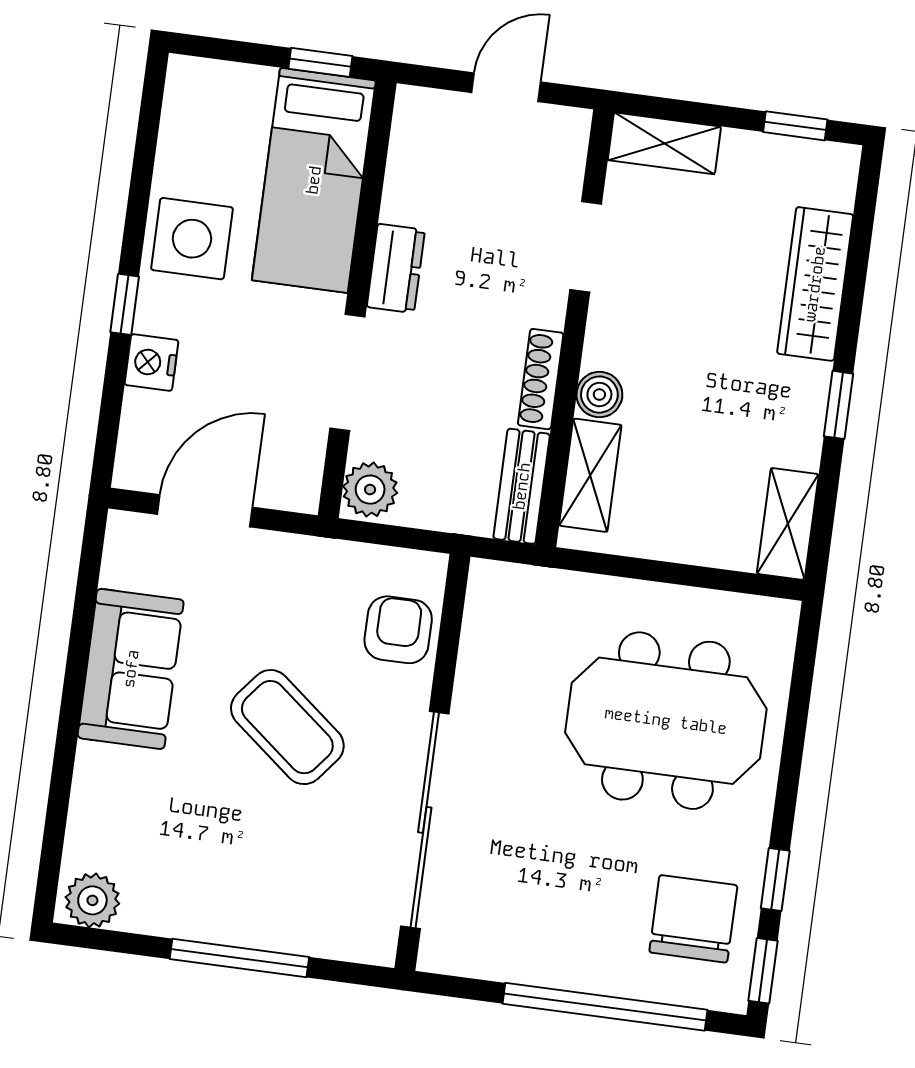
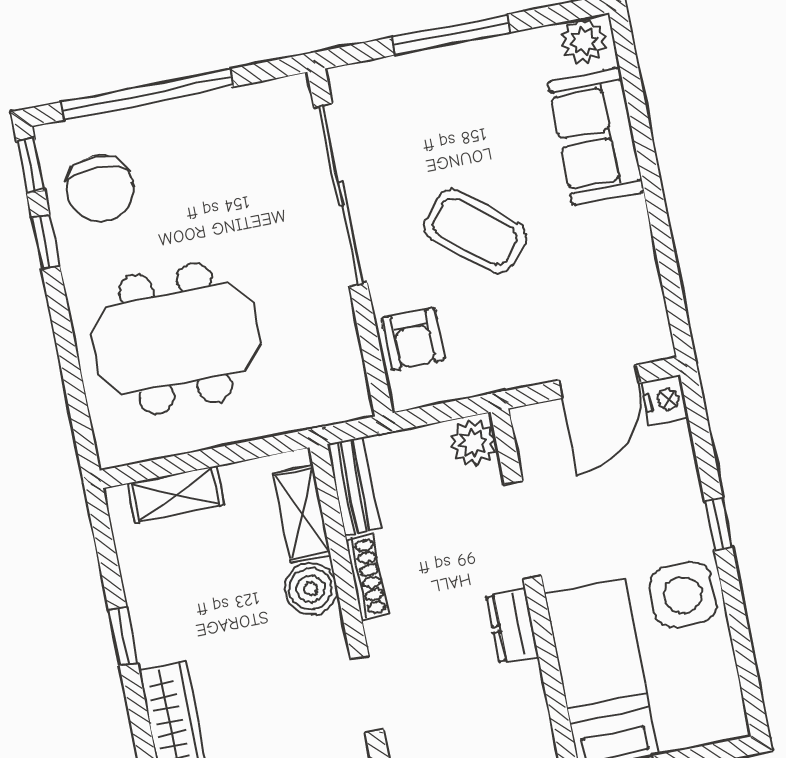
nightstand: (151, 363) -> (665, 400), moved
boiler: (599, 395) -> (311, 589), width x1.36, depth x1.36
shelving: (788, 524) -> (176, 494), moved, turned 90
sofa: (131, 669) -> (596, 136), moved

